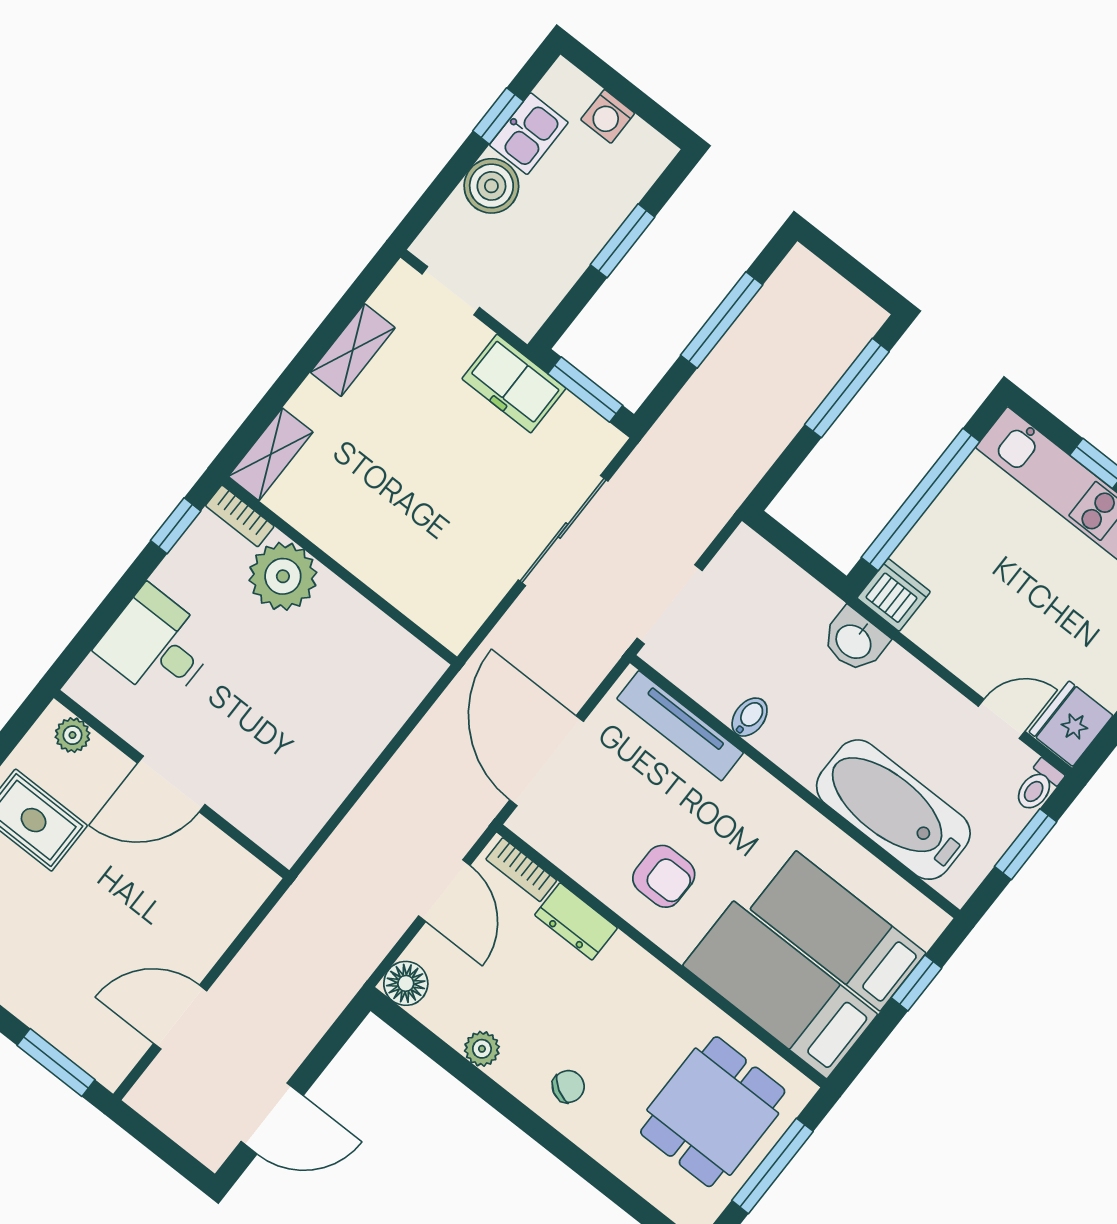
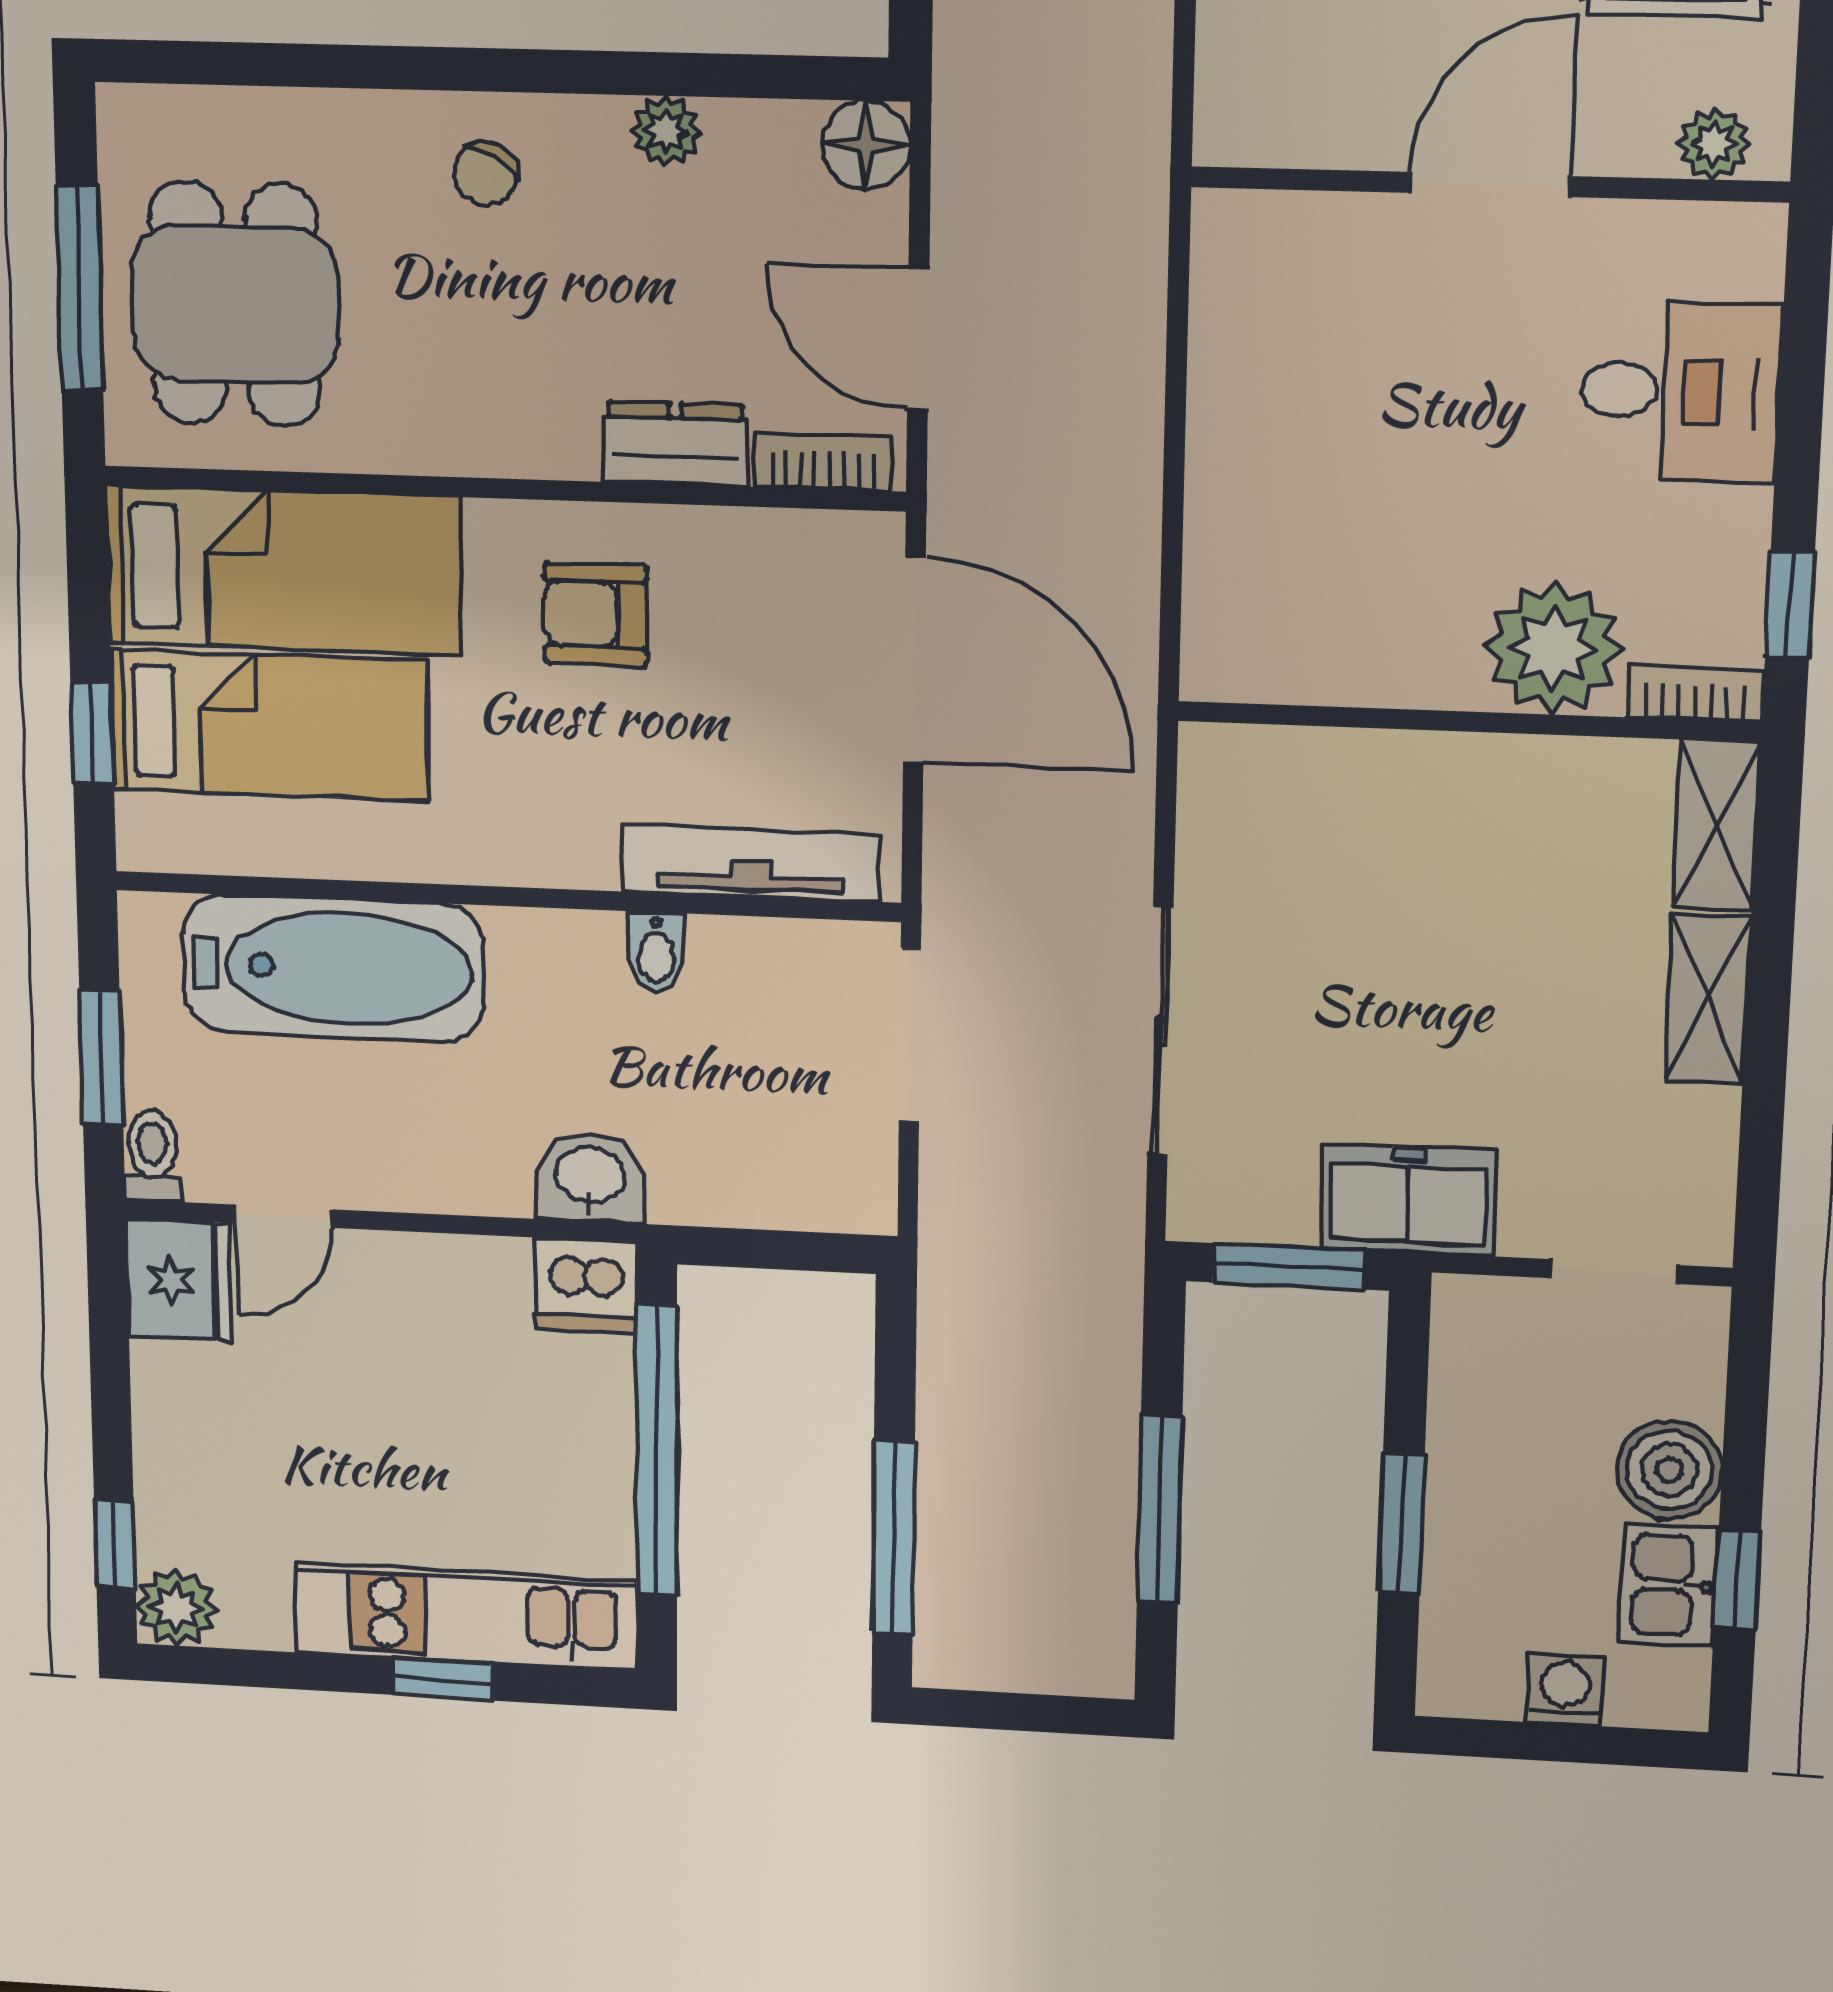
shelving: (353, 350) -> (1708, 999), moved

